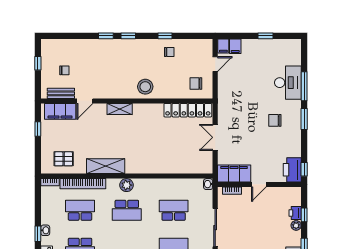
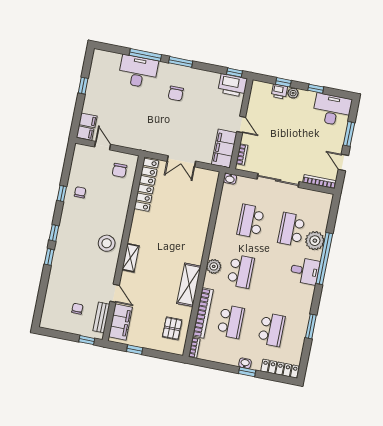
window: (38, 63) -> (87, 340), moved
stool: (145, 87) -> (107, 243), moved
school desk: (80, 210) -> (231, 322), turned 180

